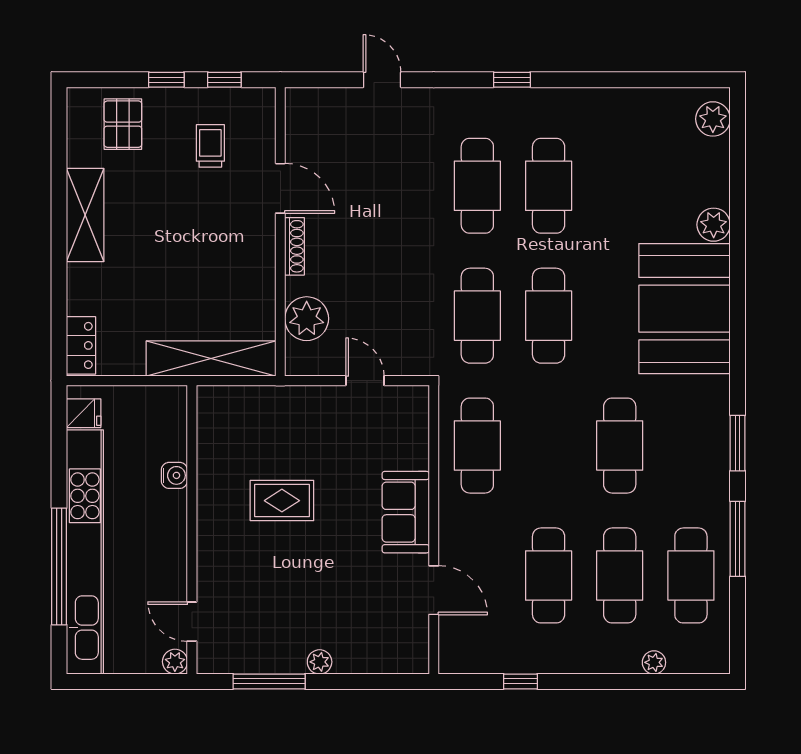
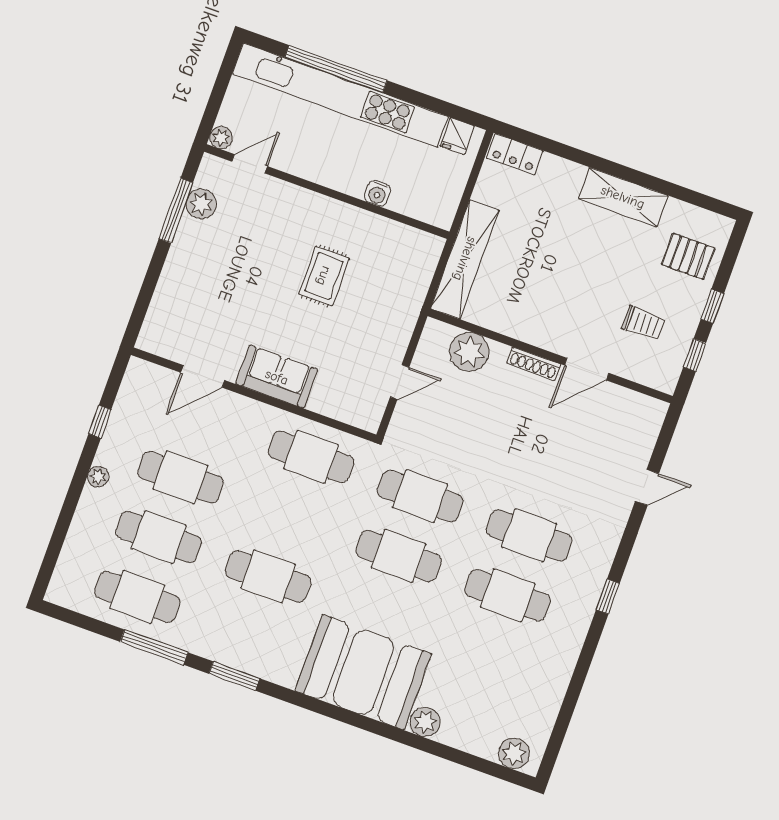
plant: (320, 662) -> (201, 204), moved, width x1.38, depth x1.38
plant: (654, 662) -> (98, 477), moved

